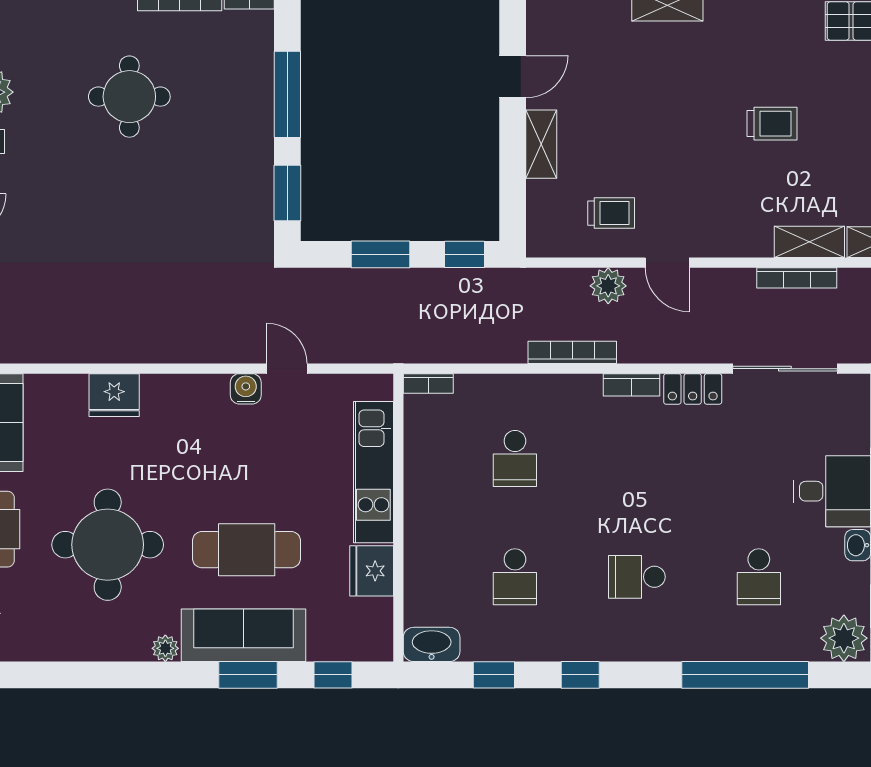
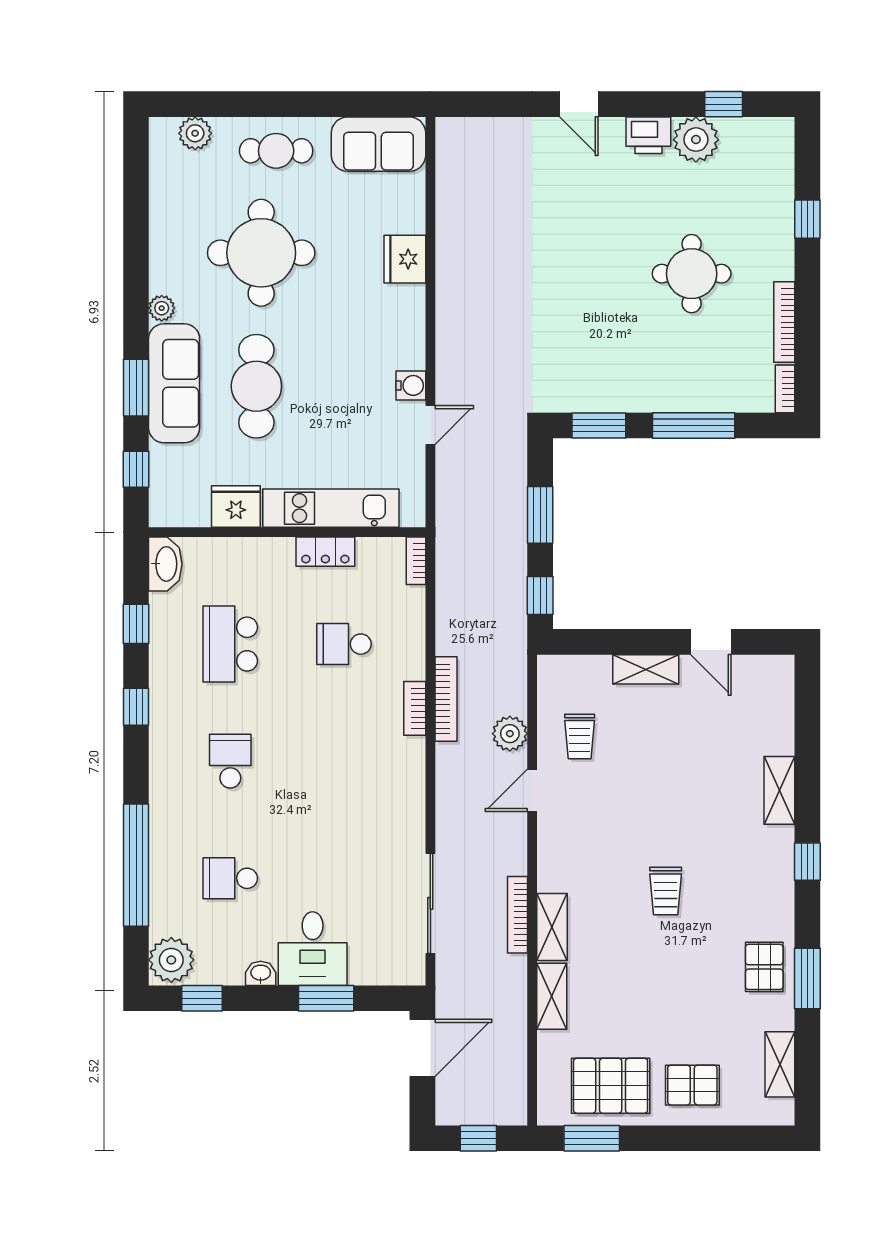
bookcase: (631, 385) -> (415, 708), moved
locker: (693, 389) -> (325, 552), moved, turned -90
school desk: (515, 577) -> (230, 644), width x1.85

